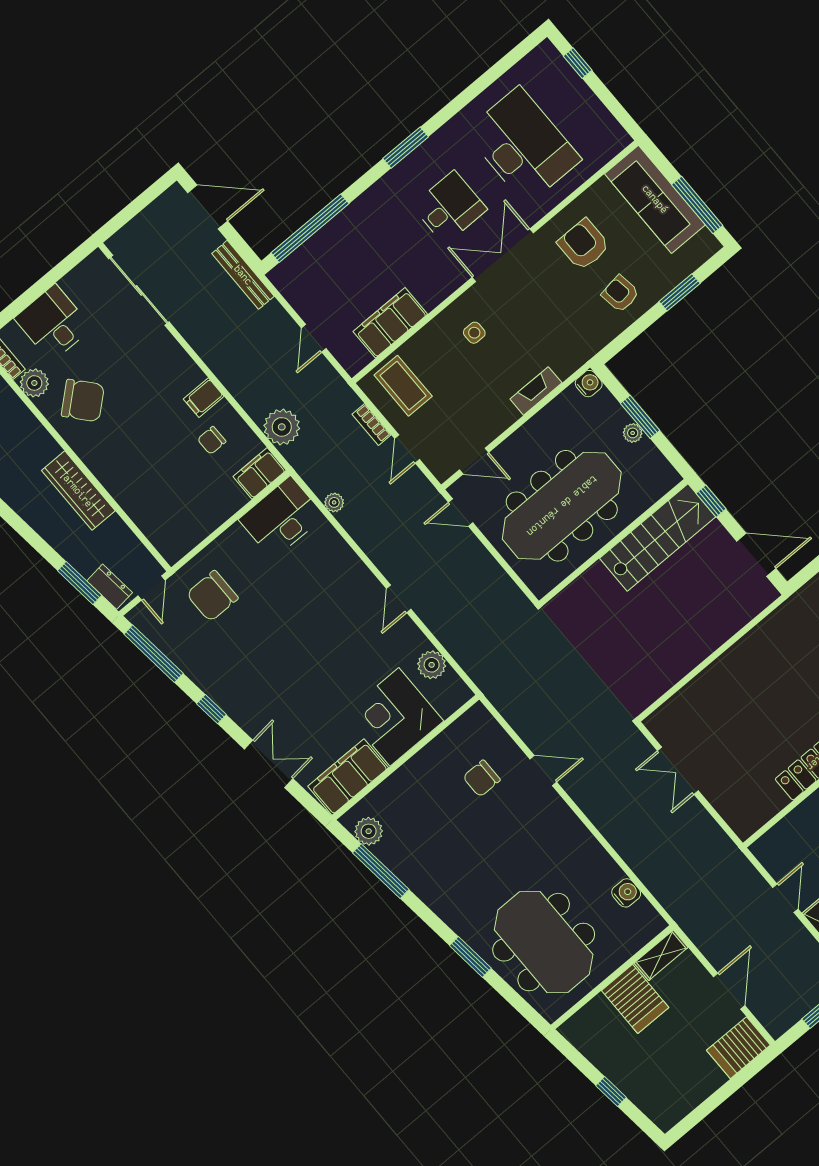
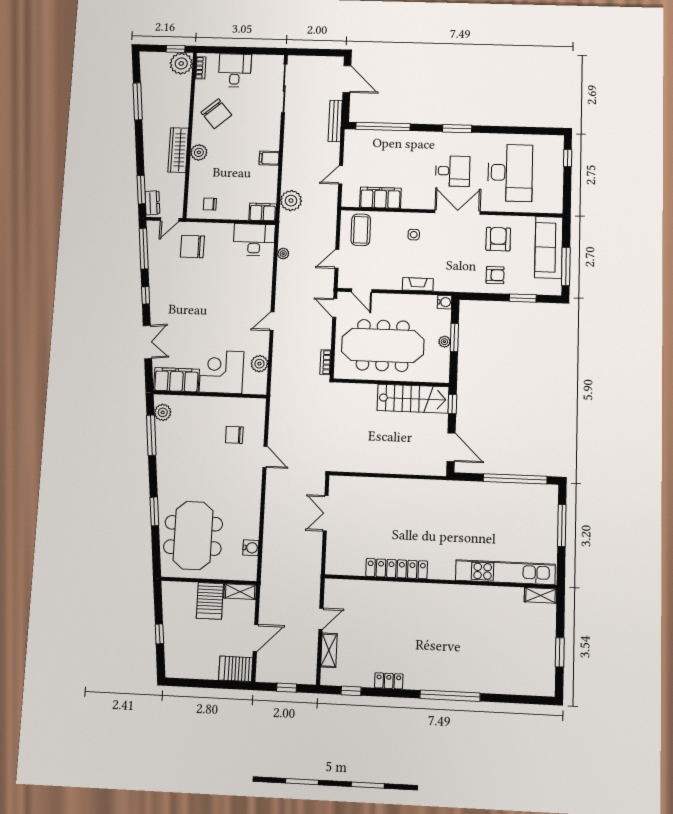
armchair: (620, 294) -> (495, 275), turned 98
plant: (34, 383) -> (199, 152), moved
bookcase: (372, 424) -> (325, 362), moved
chair: (212, 440) -> (210, 204), moved

